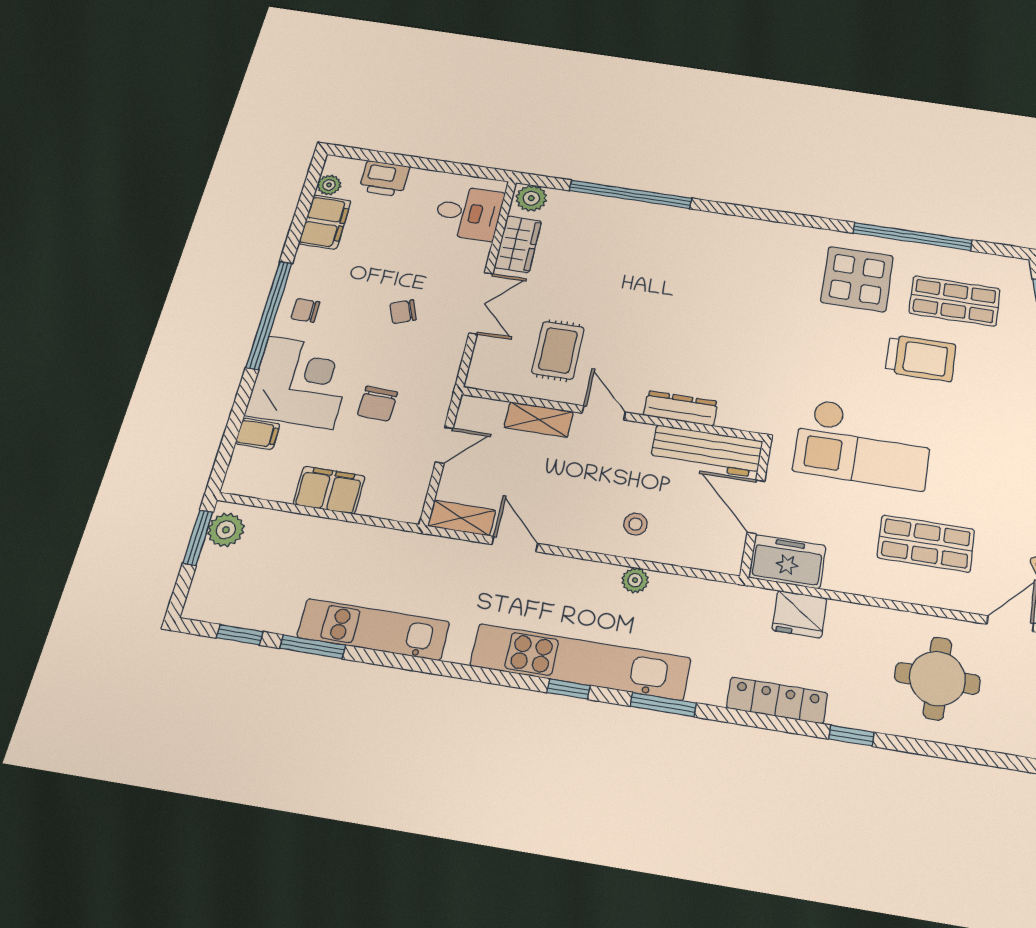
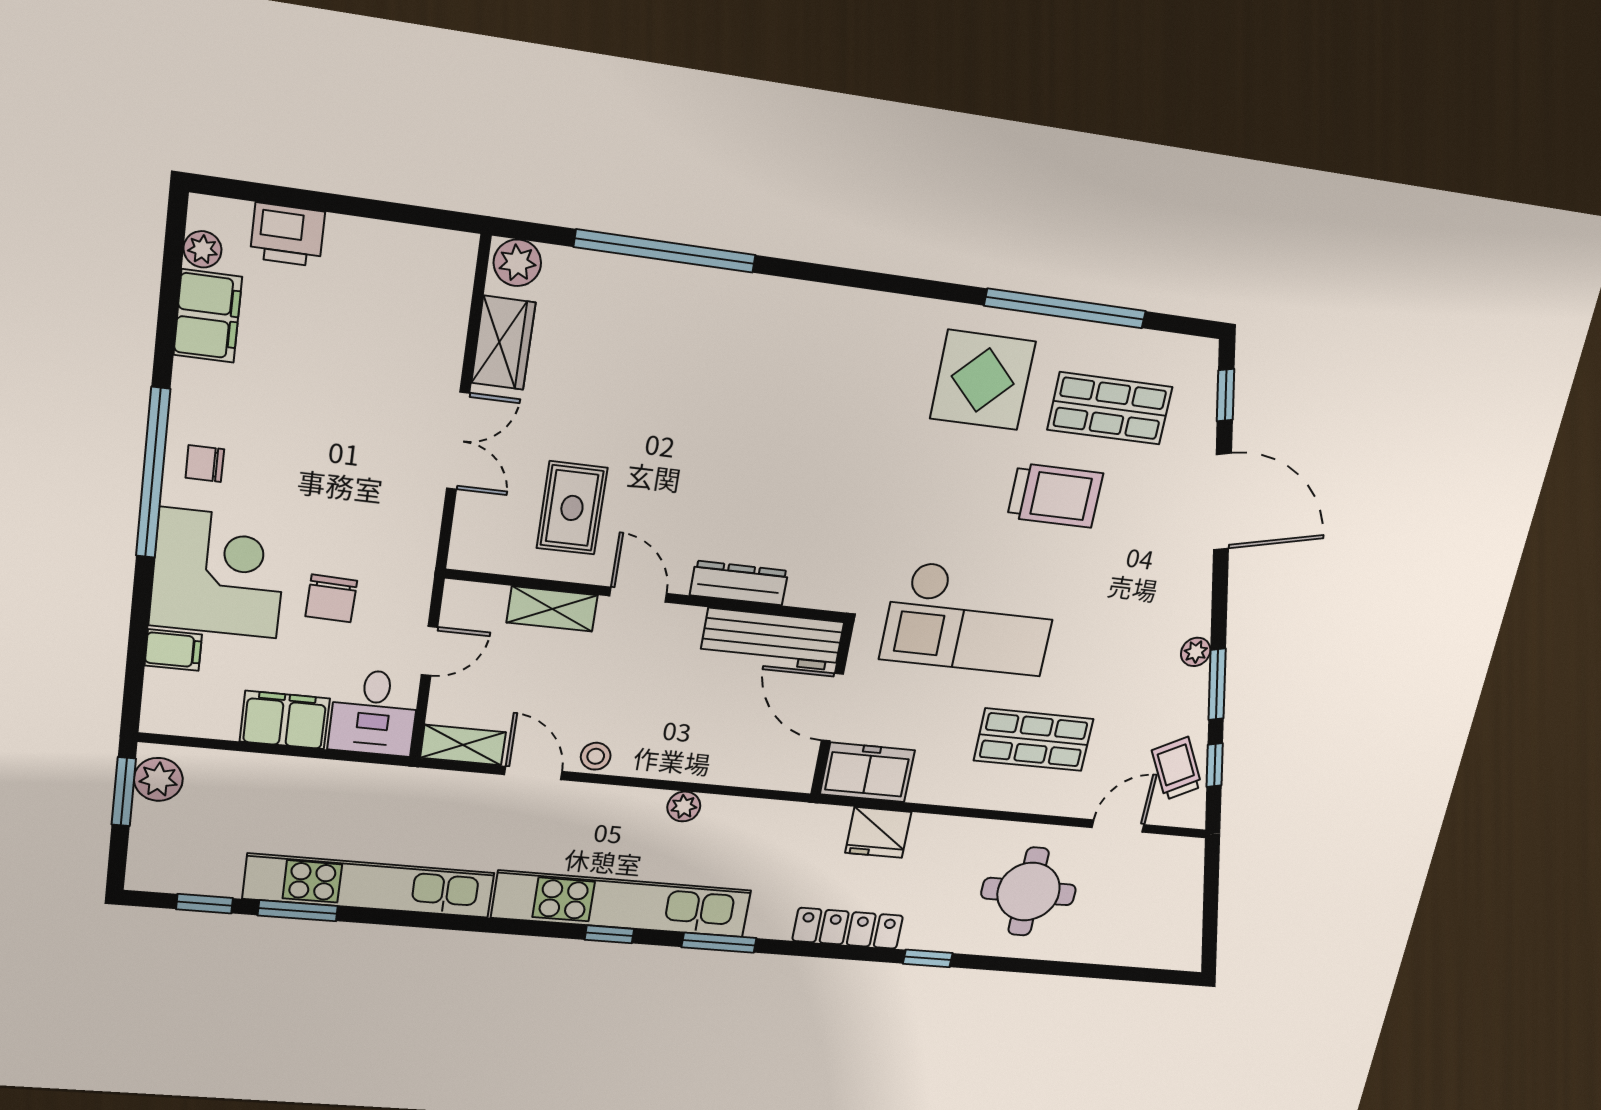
desk: (468, 213) -> (374, 713), moved, turned 90
chair: (403, 312) -> (348, 459), removed
stool: (635, 524) -> (596, 756), moved
kitchen unit: (373, 629) -> (369, 886), width x1.36

